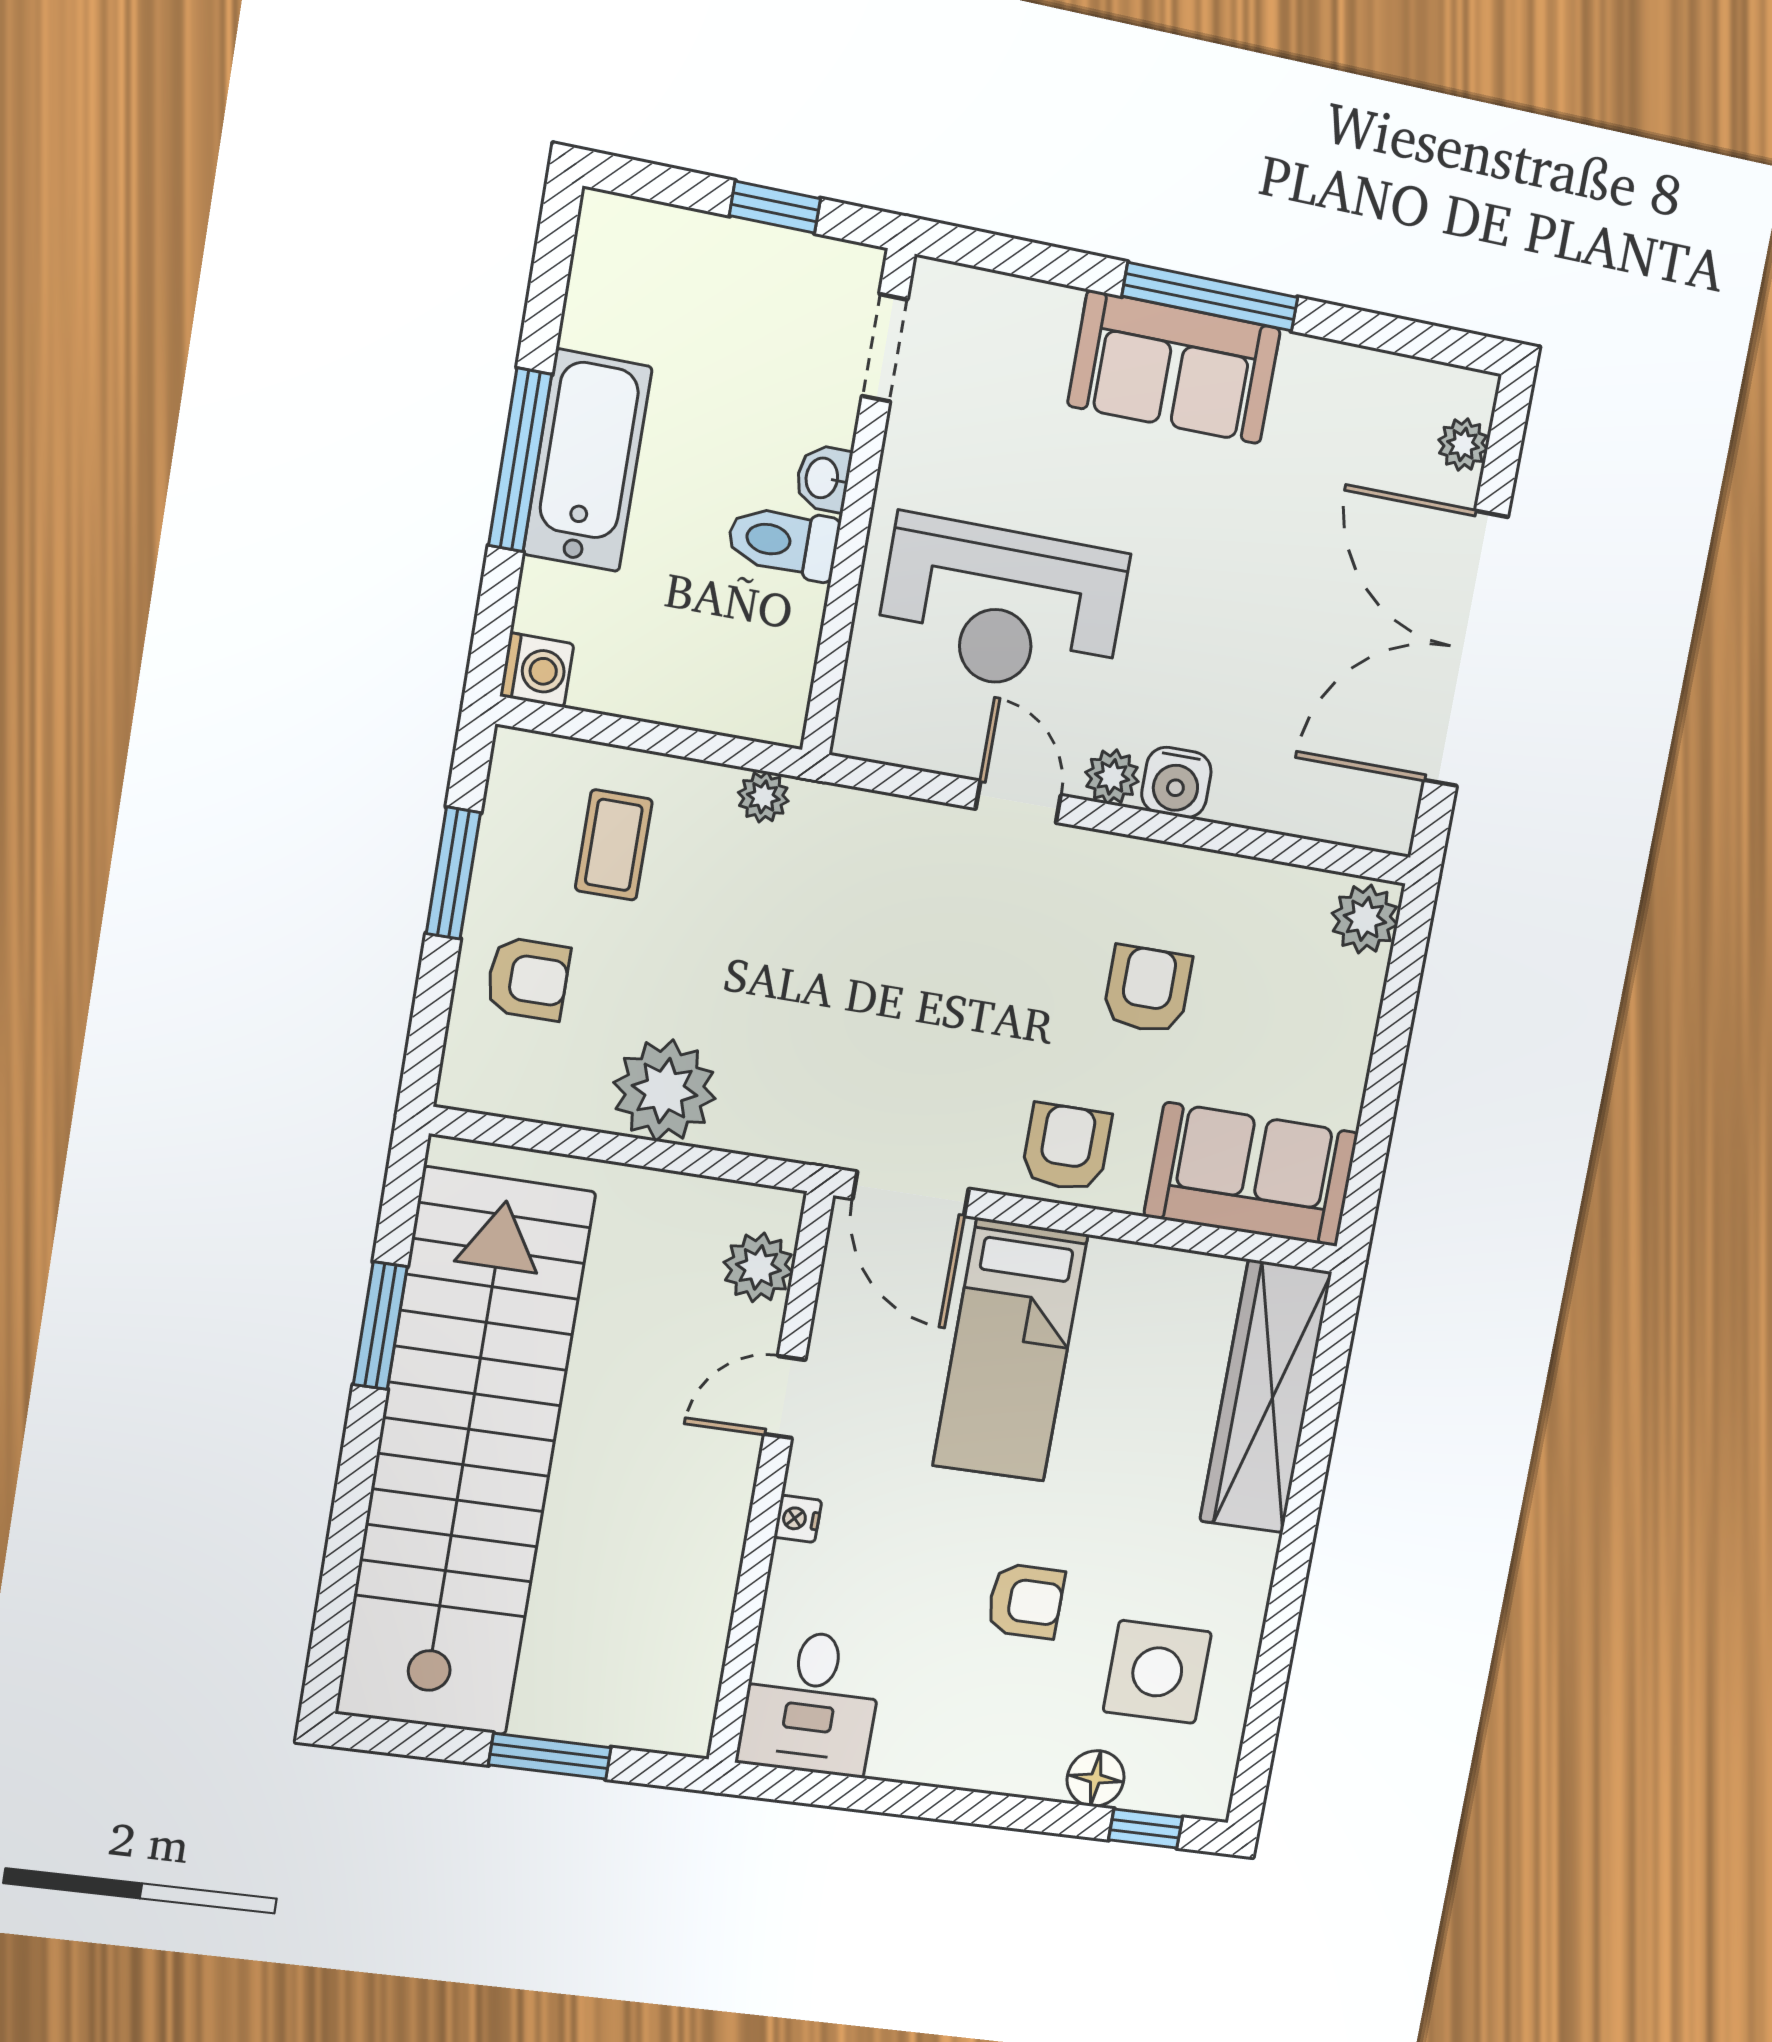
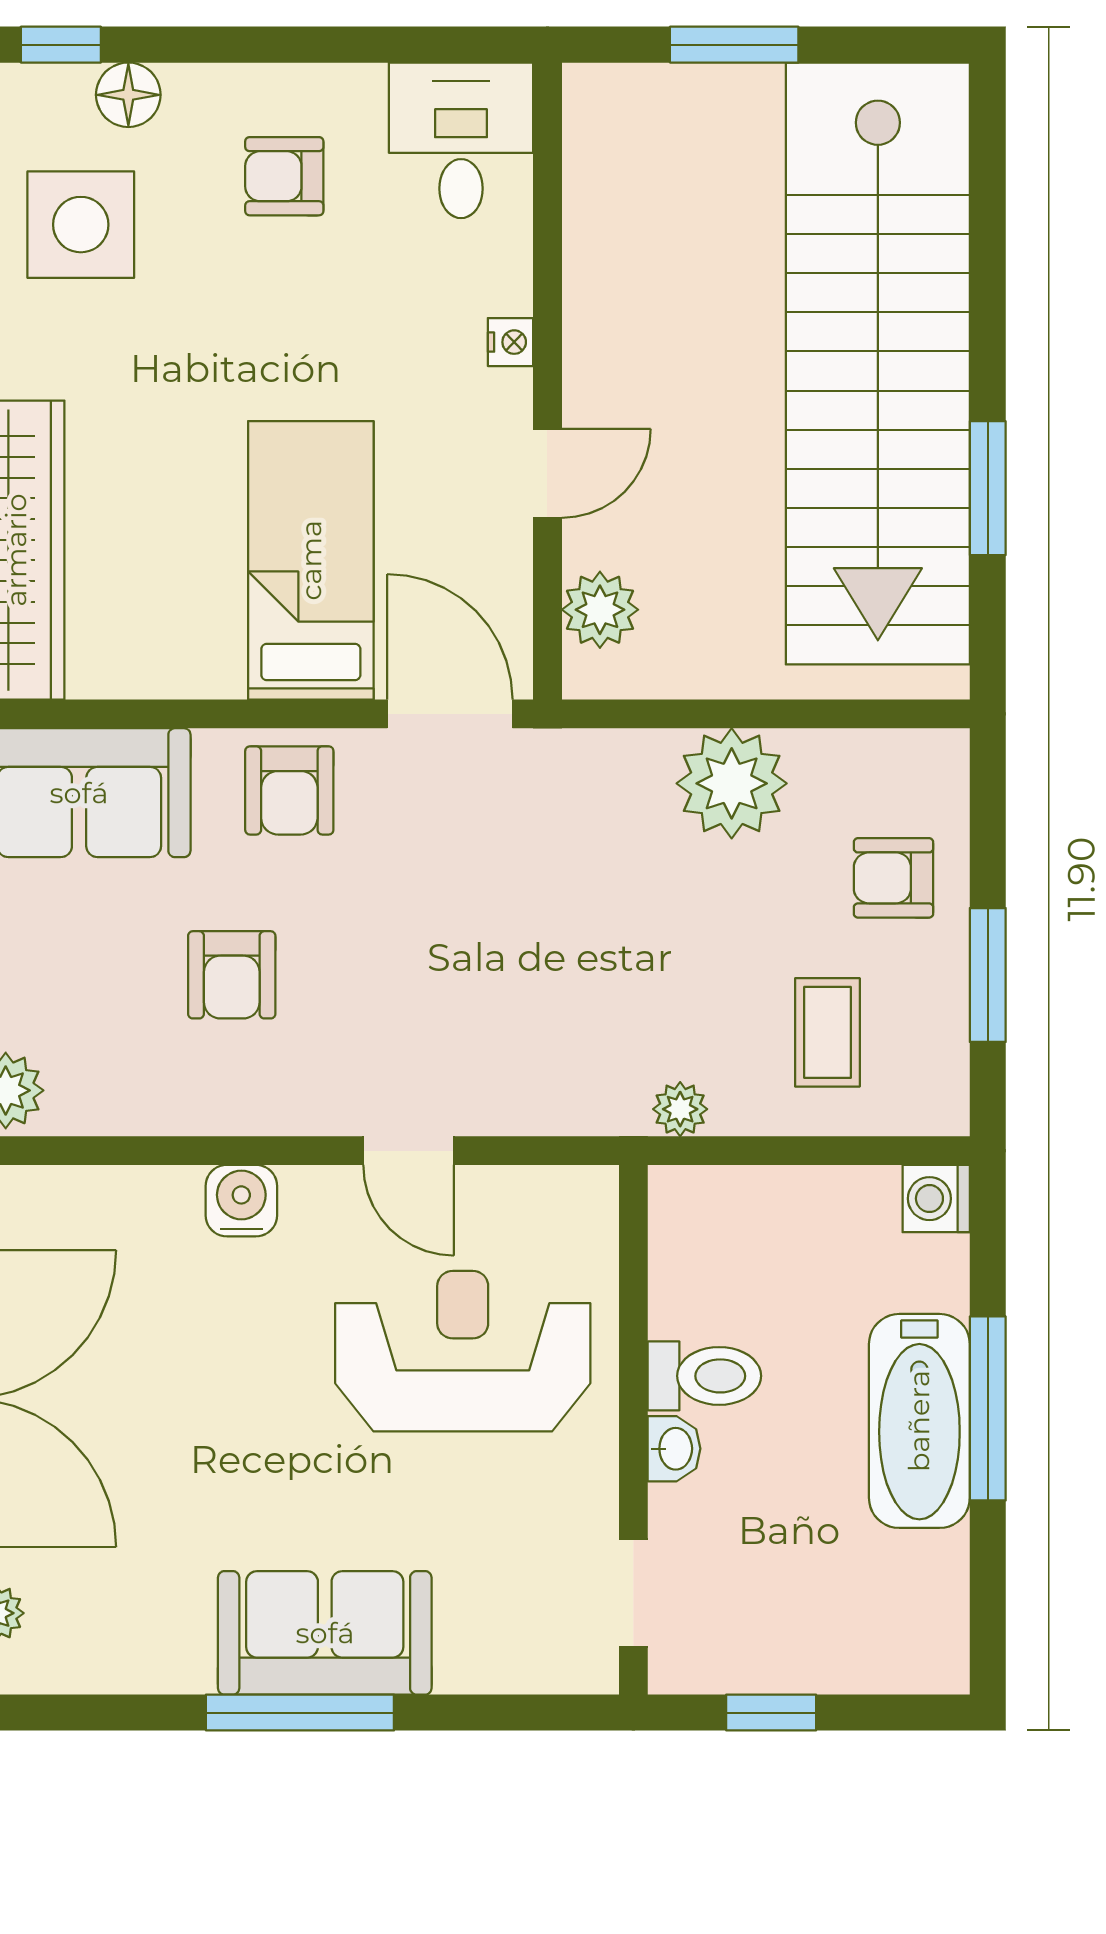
plant: (1112, 777) -> (312, 1194), removed
armchair: (1026, 1601) -> (284, 176), moved

